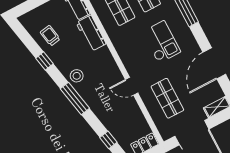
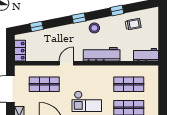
workbench: (91, 33) -> (102, 54), moved, width x1.38
window: (75, 99) -> (79, 18), width x0.46

